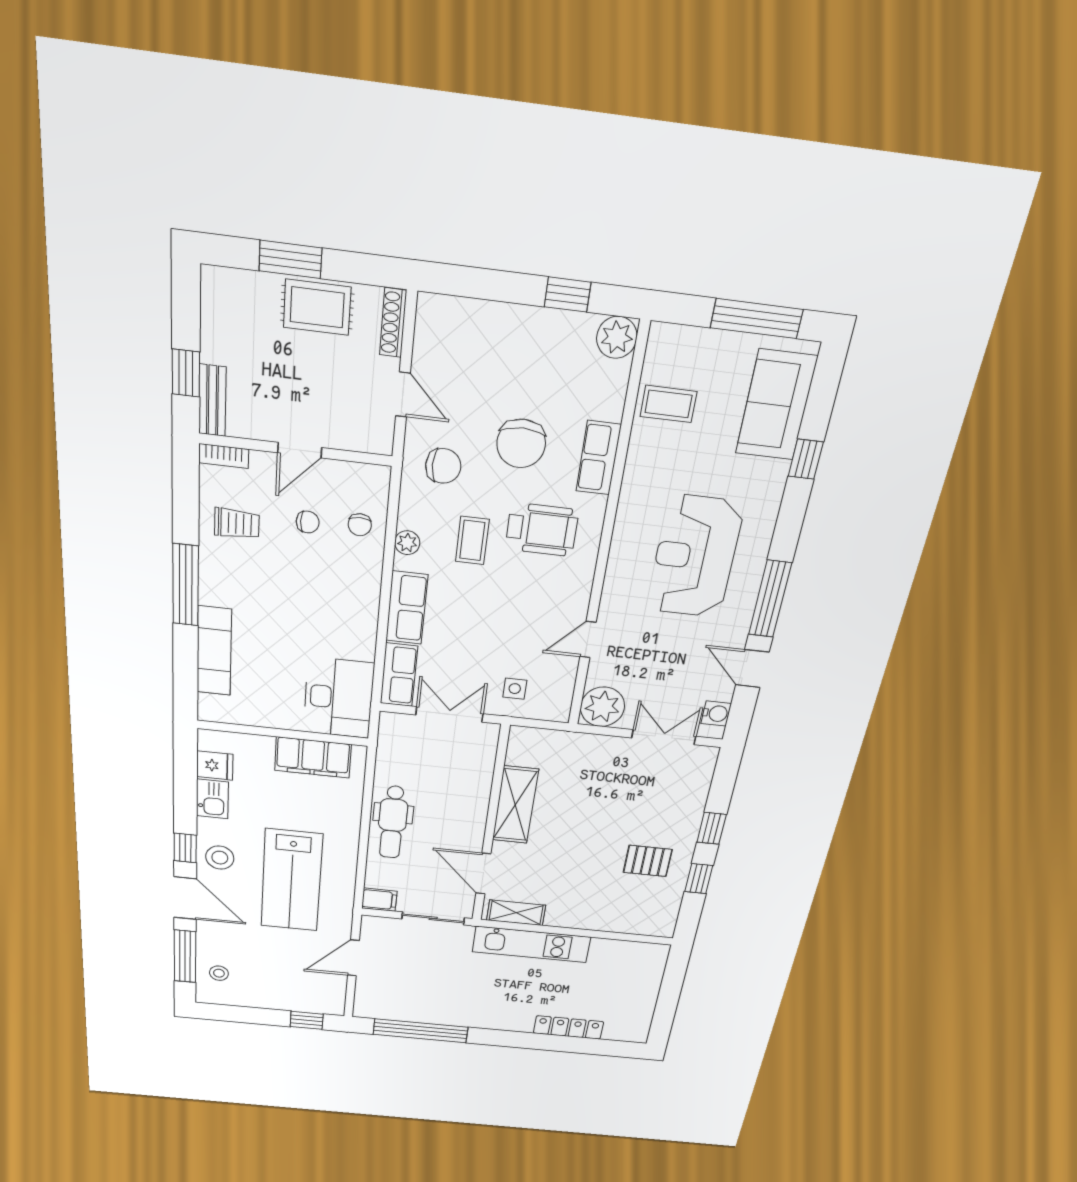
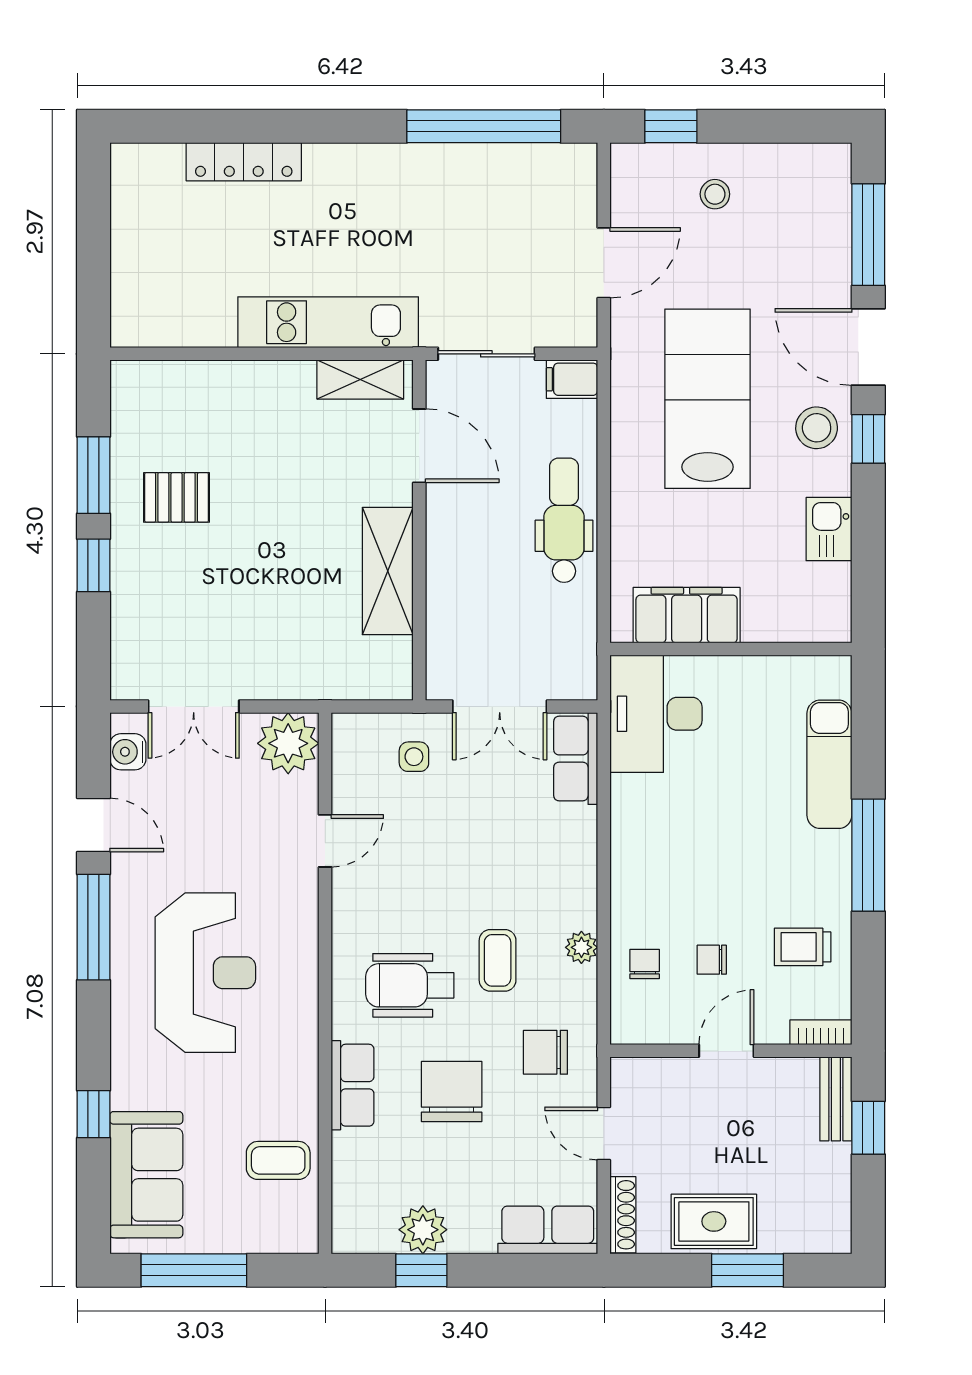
plant: (617, 337) -> (423, 1230), moved
row of seats: (407, 608) -> (548, 1230), moved, turned 90
fridge: (215, 765) -> (826, 585), removed
window: (699, 879) -> (93, 475), width x1.50
stool: (219, 973) -> (715, 194), moved

